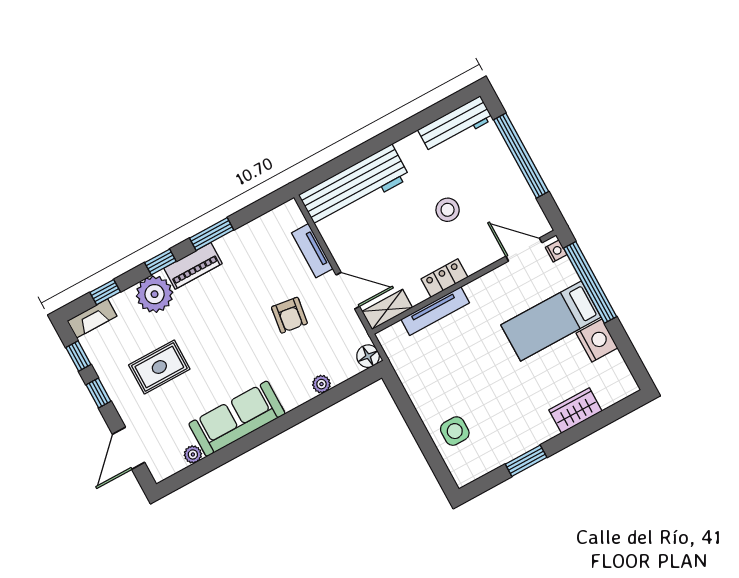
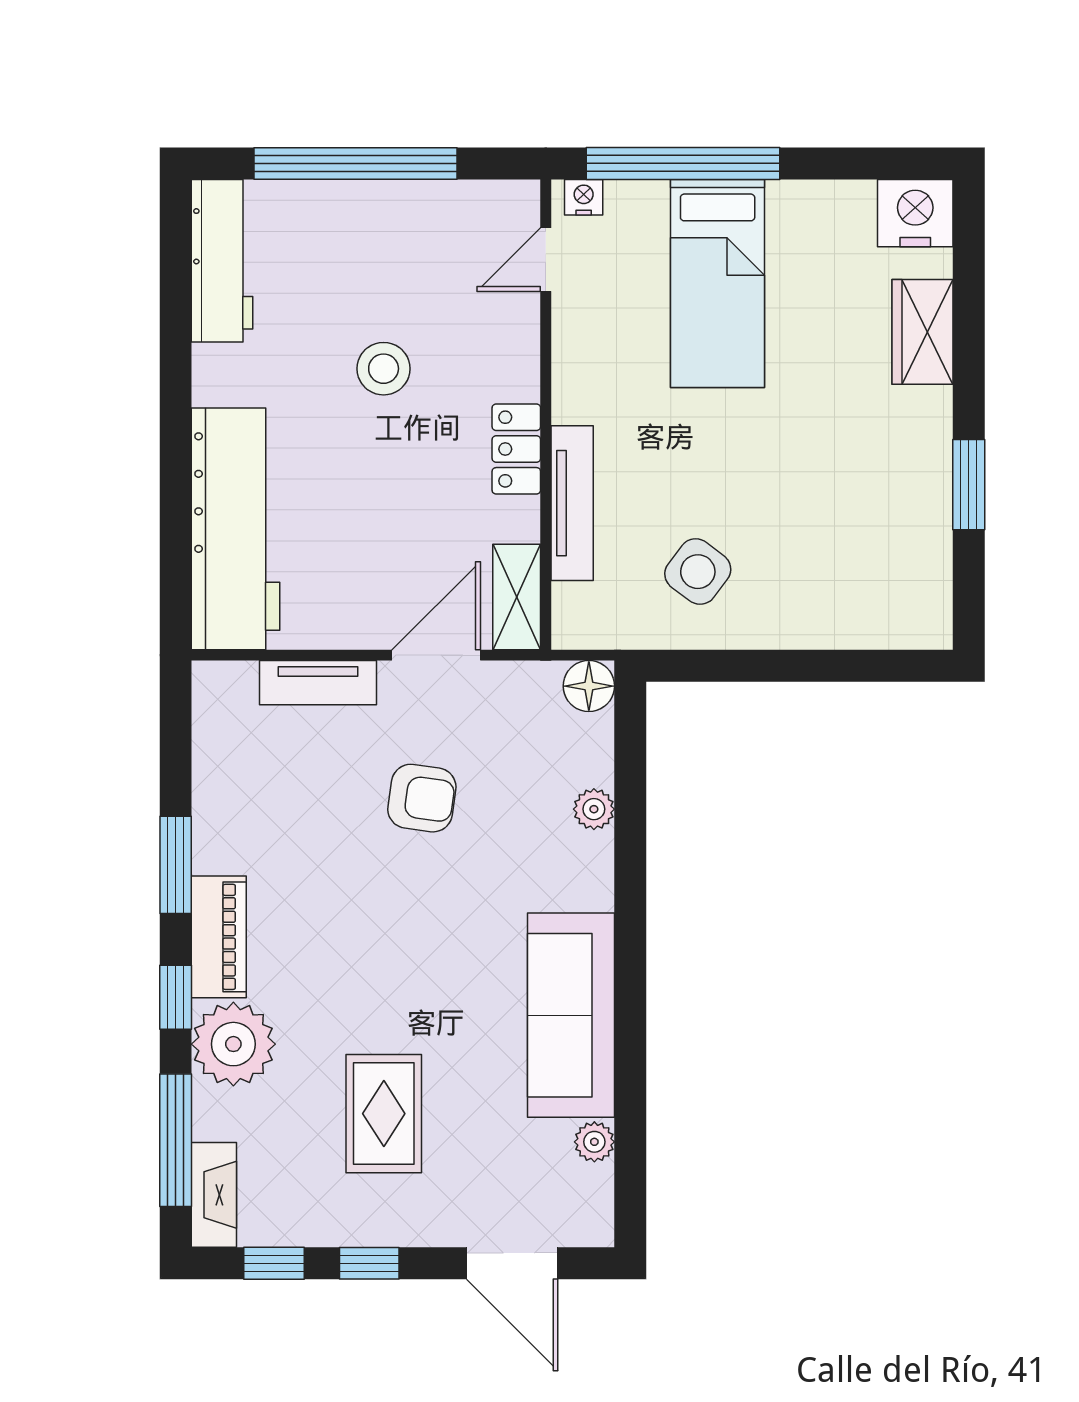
door: (524, 250) -> (546, 260), width x0.73
window: (105, 292) -> (176, 1140), width x2.17
nightstand: (597, 341) -> (915, 213), moved
side table: (455, 431) -> (698, 572), moved, turned 37

